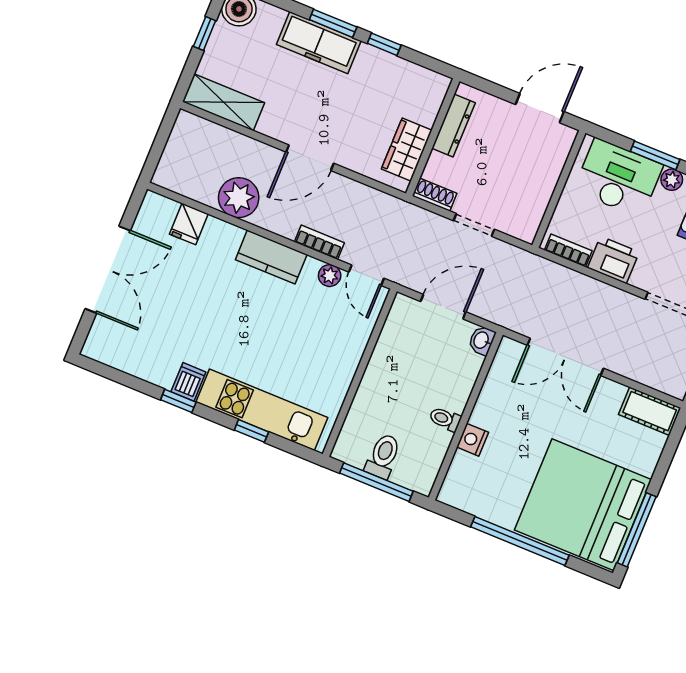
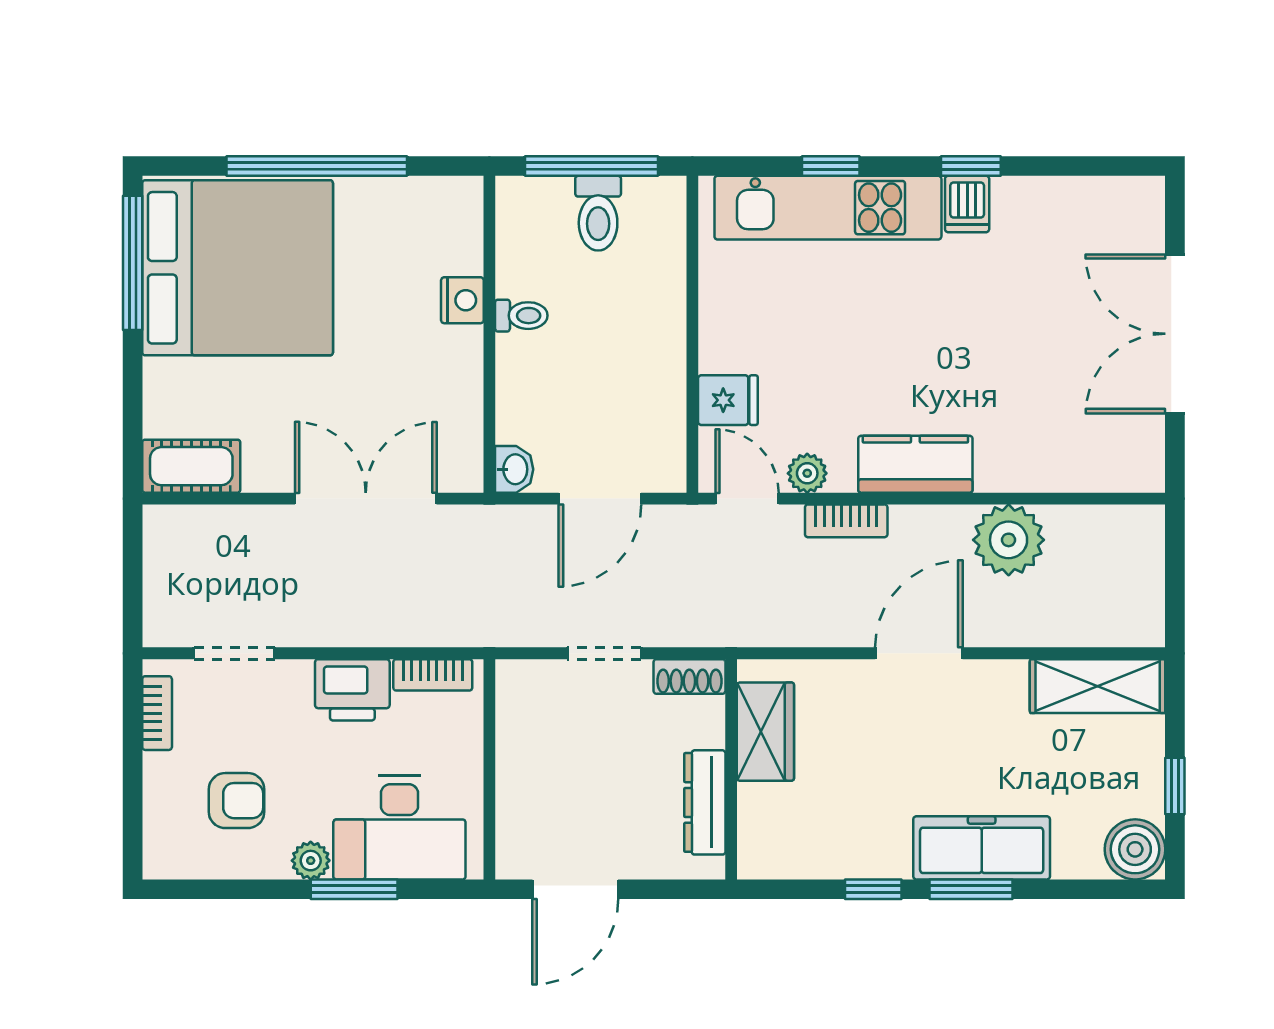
fridge: (189, 224) -> (728, 400), moved, turned 90

